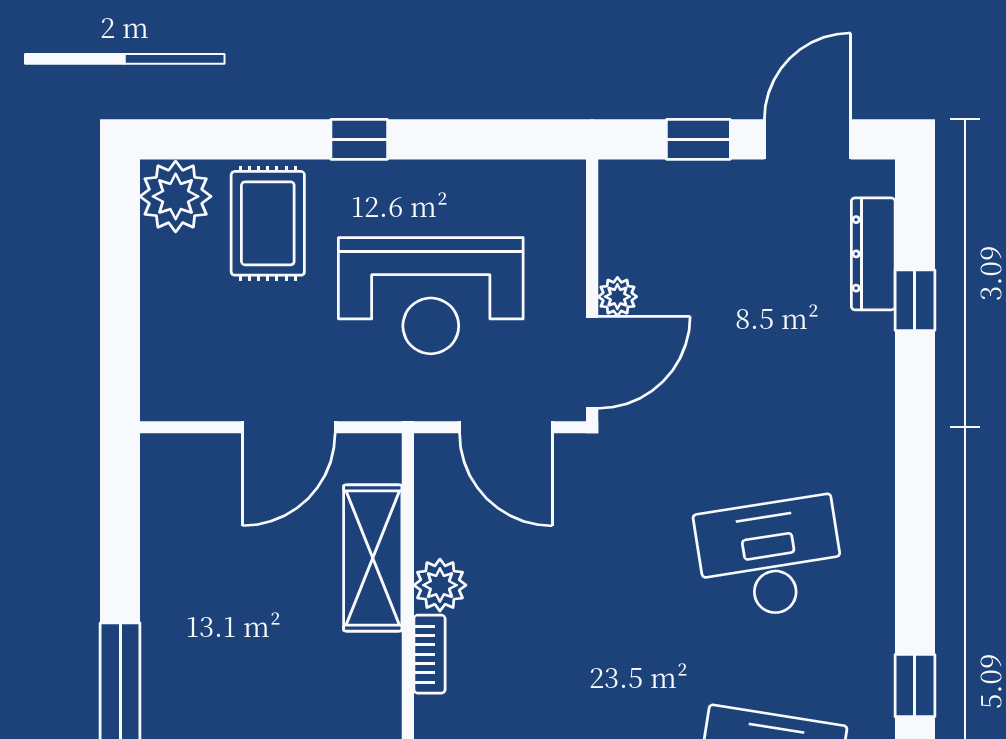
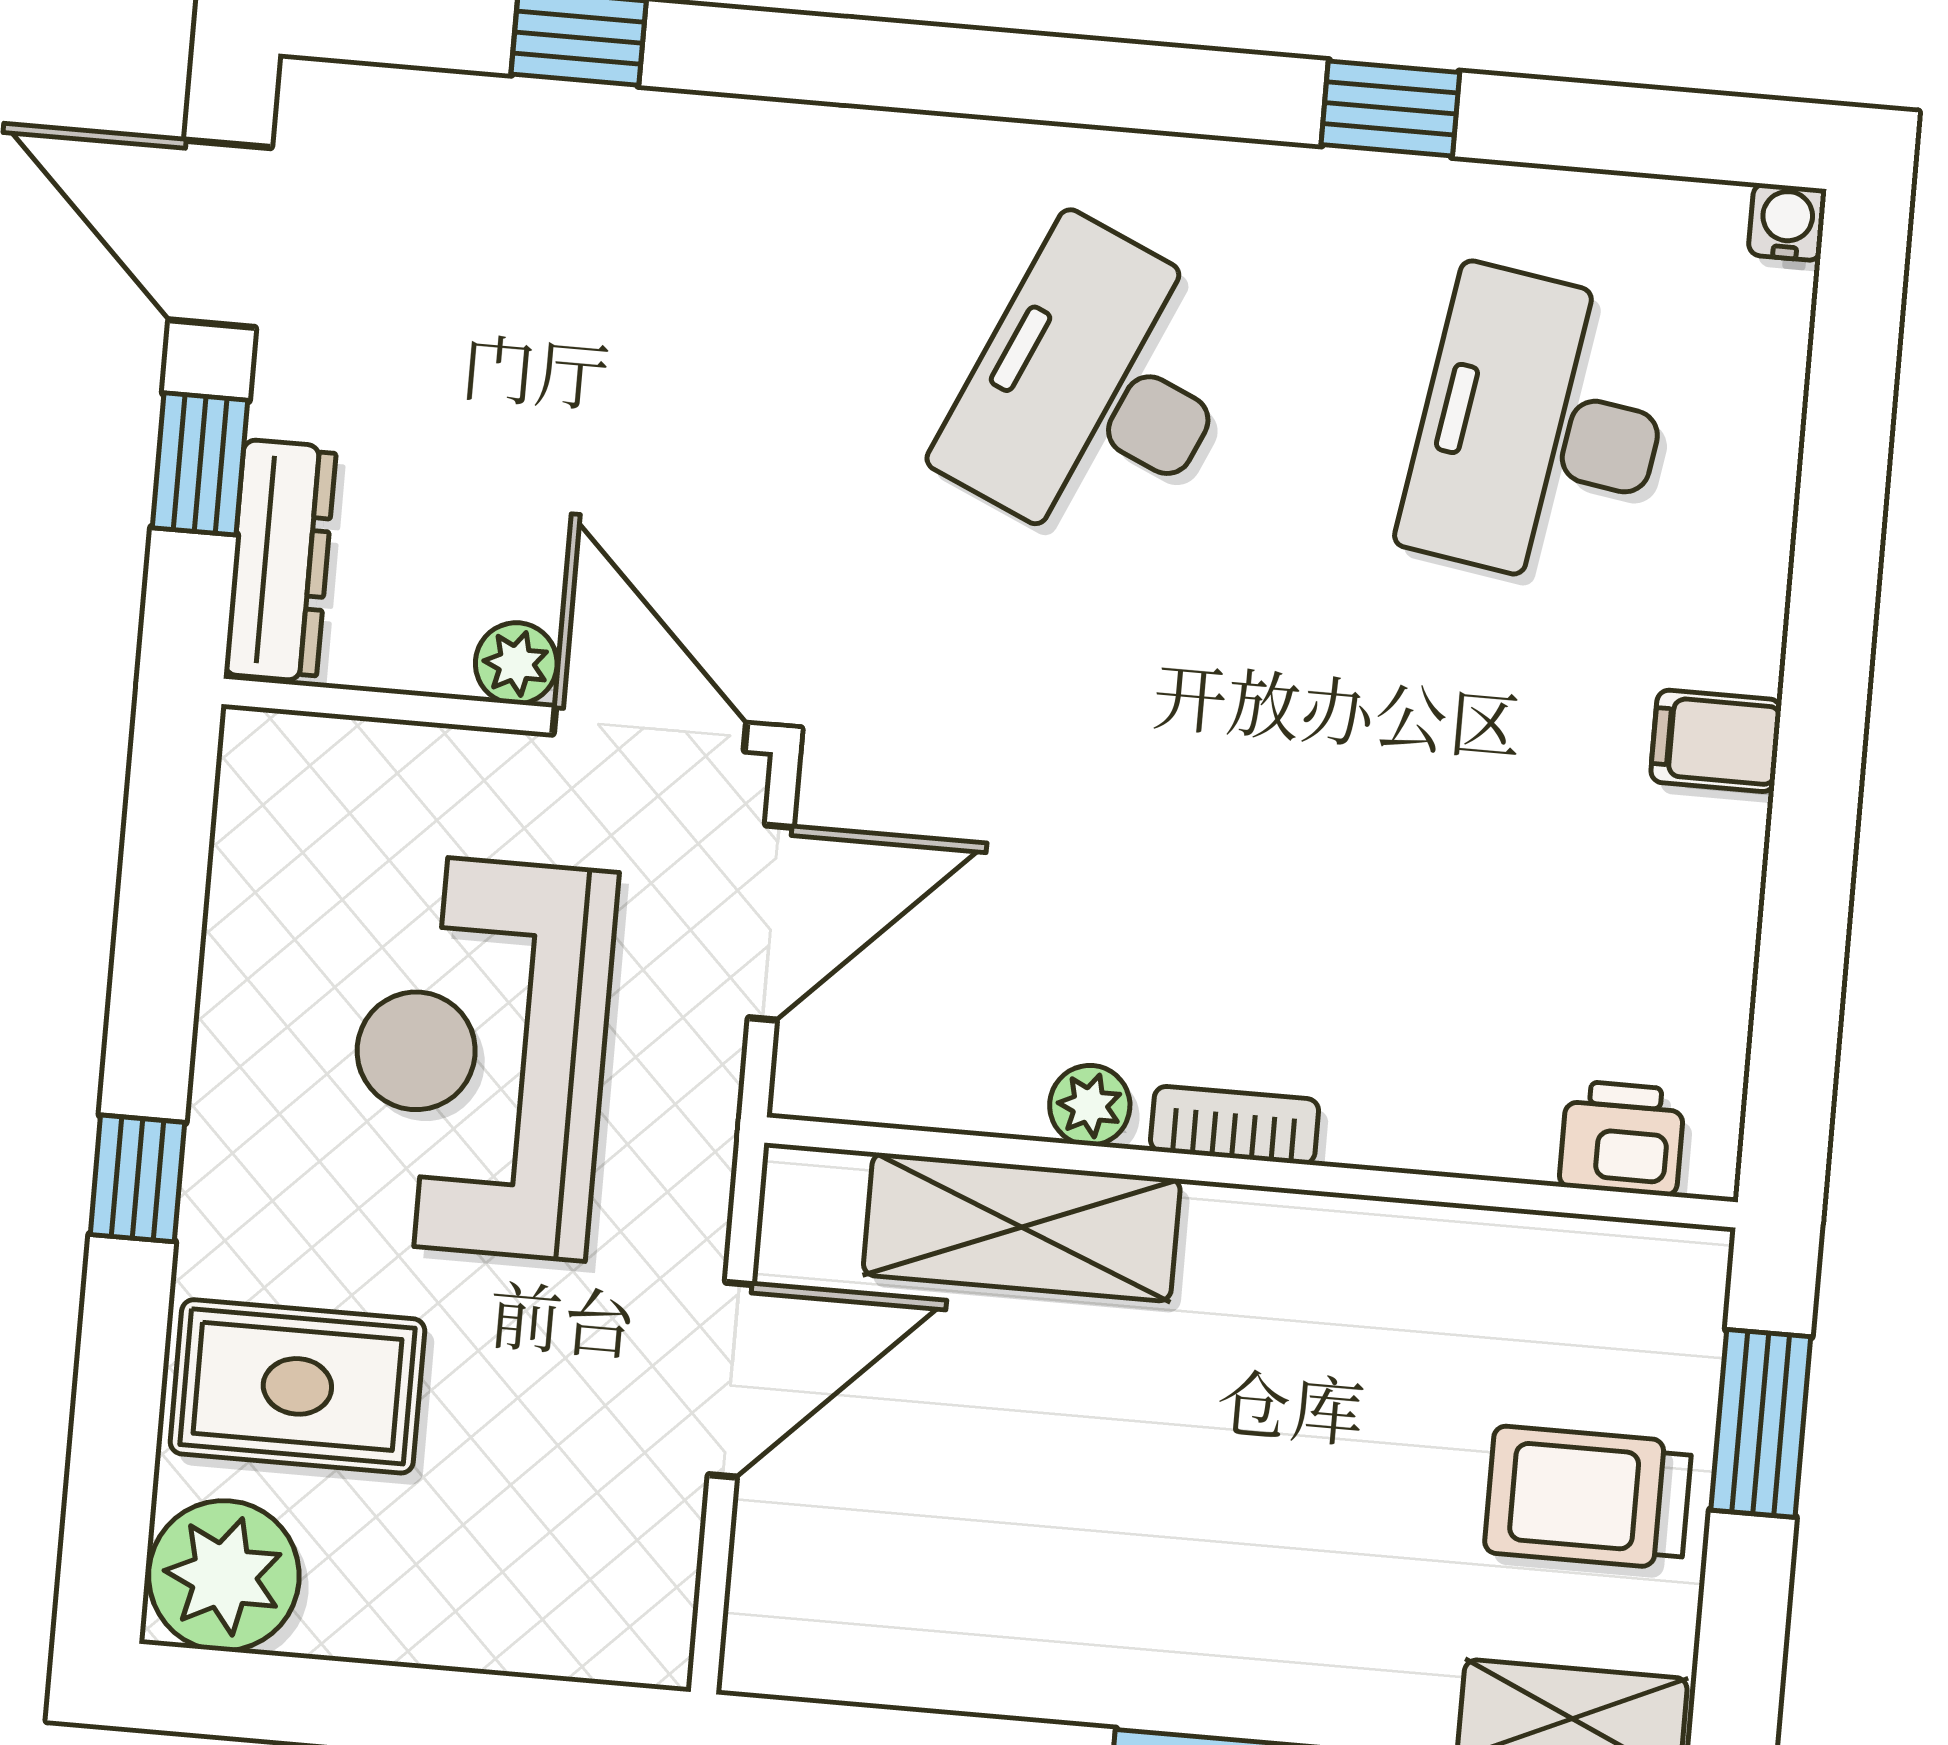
dresser: (873, 254) -> (280, 561), moved, turned -90
reception desk: (431, 296) -> (480, 1056), turned 180
door: (289, 427) -> (731, 1380), hinge flipped
desk: (770, 558) -> (1095, 390), turned 33
plant: (440, 585) -> (1090, 1105), width x0.73, depth x0.73

